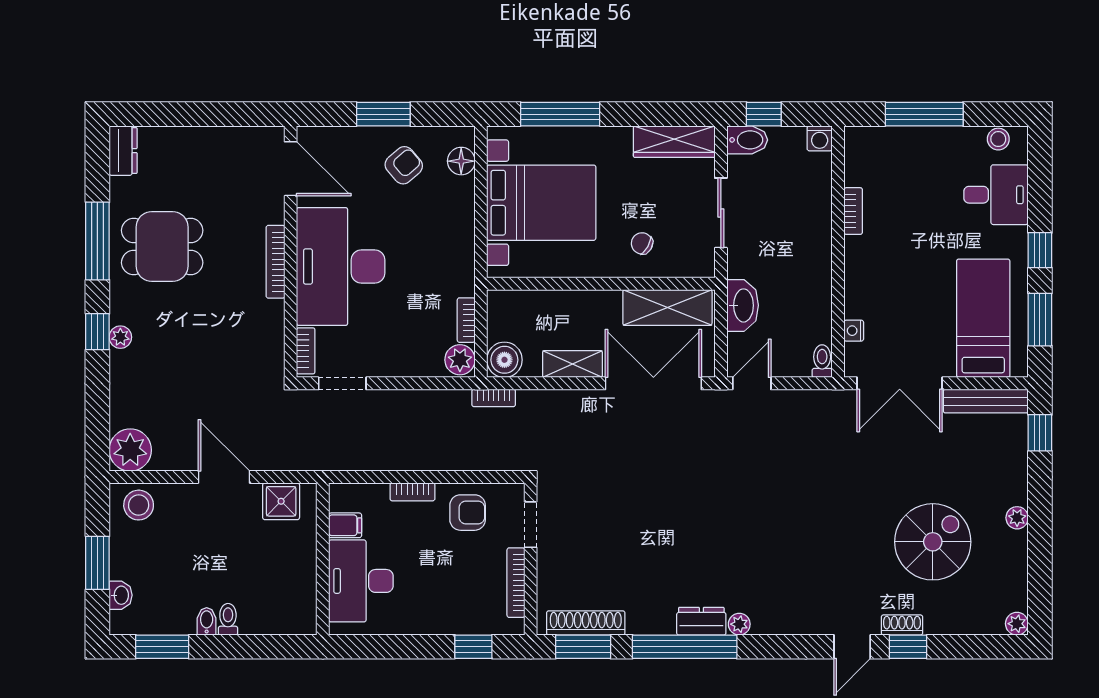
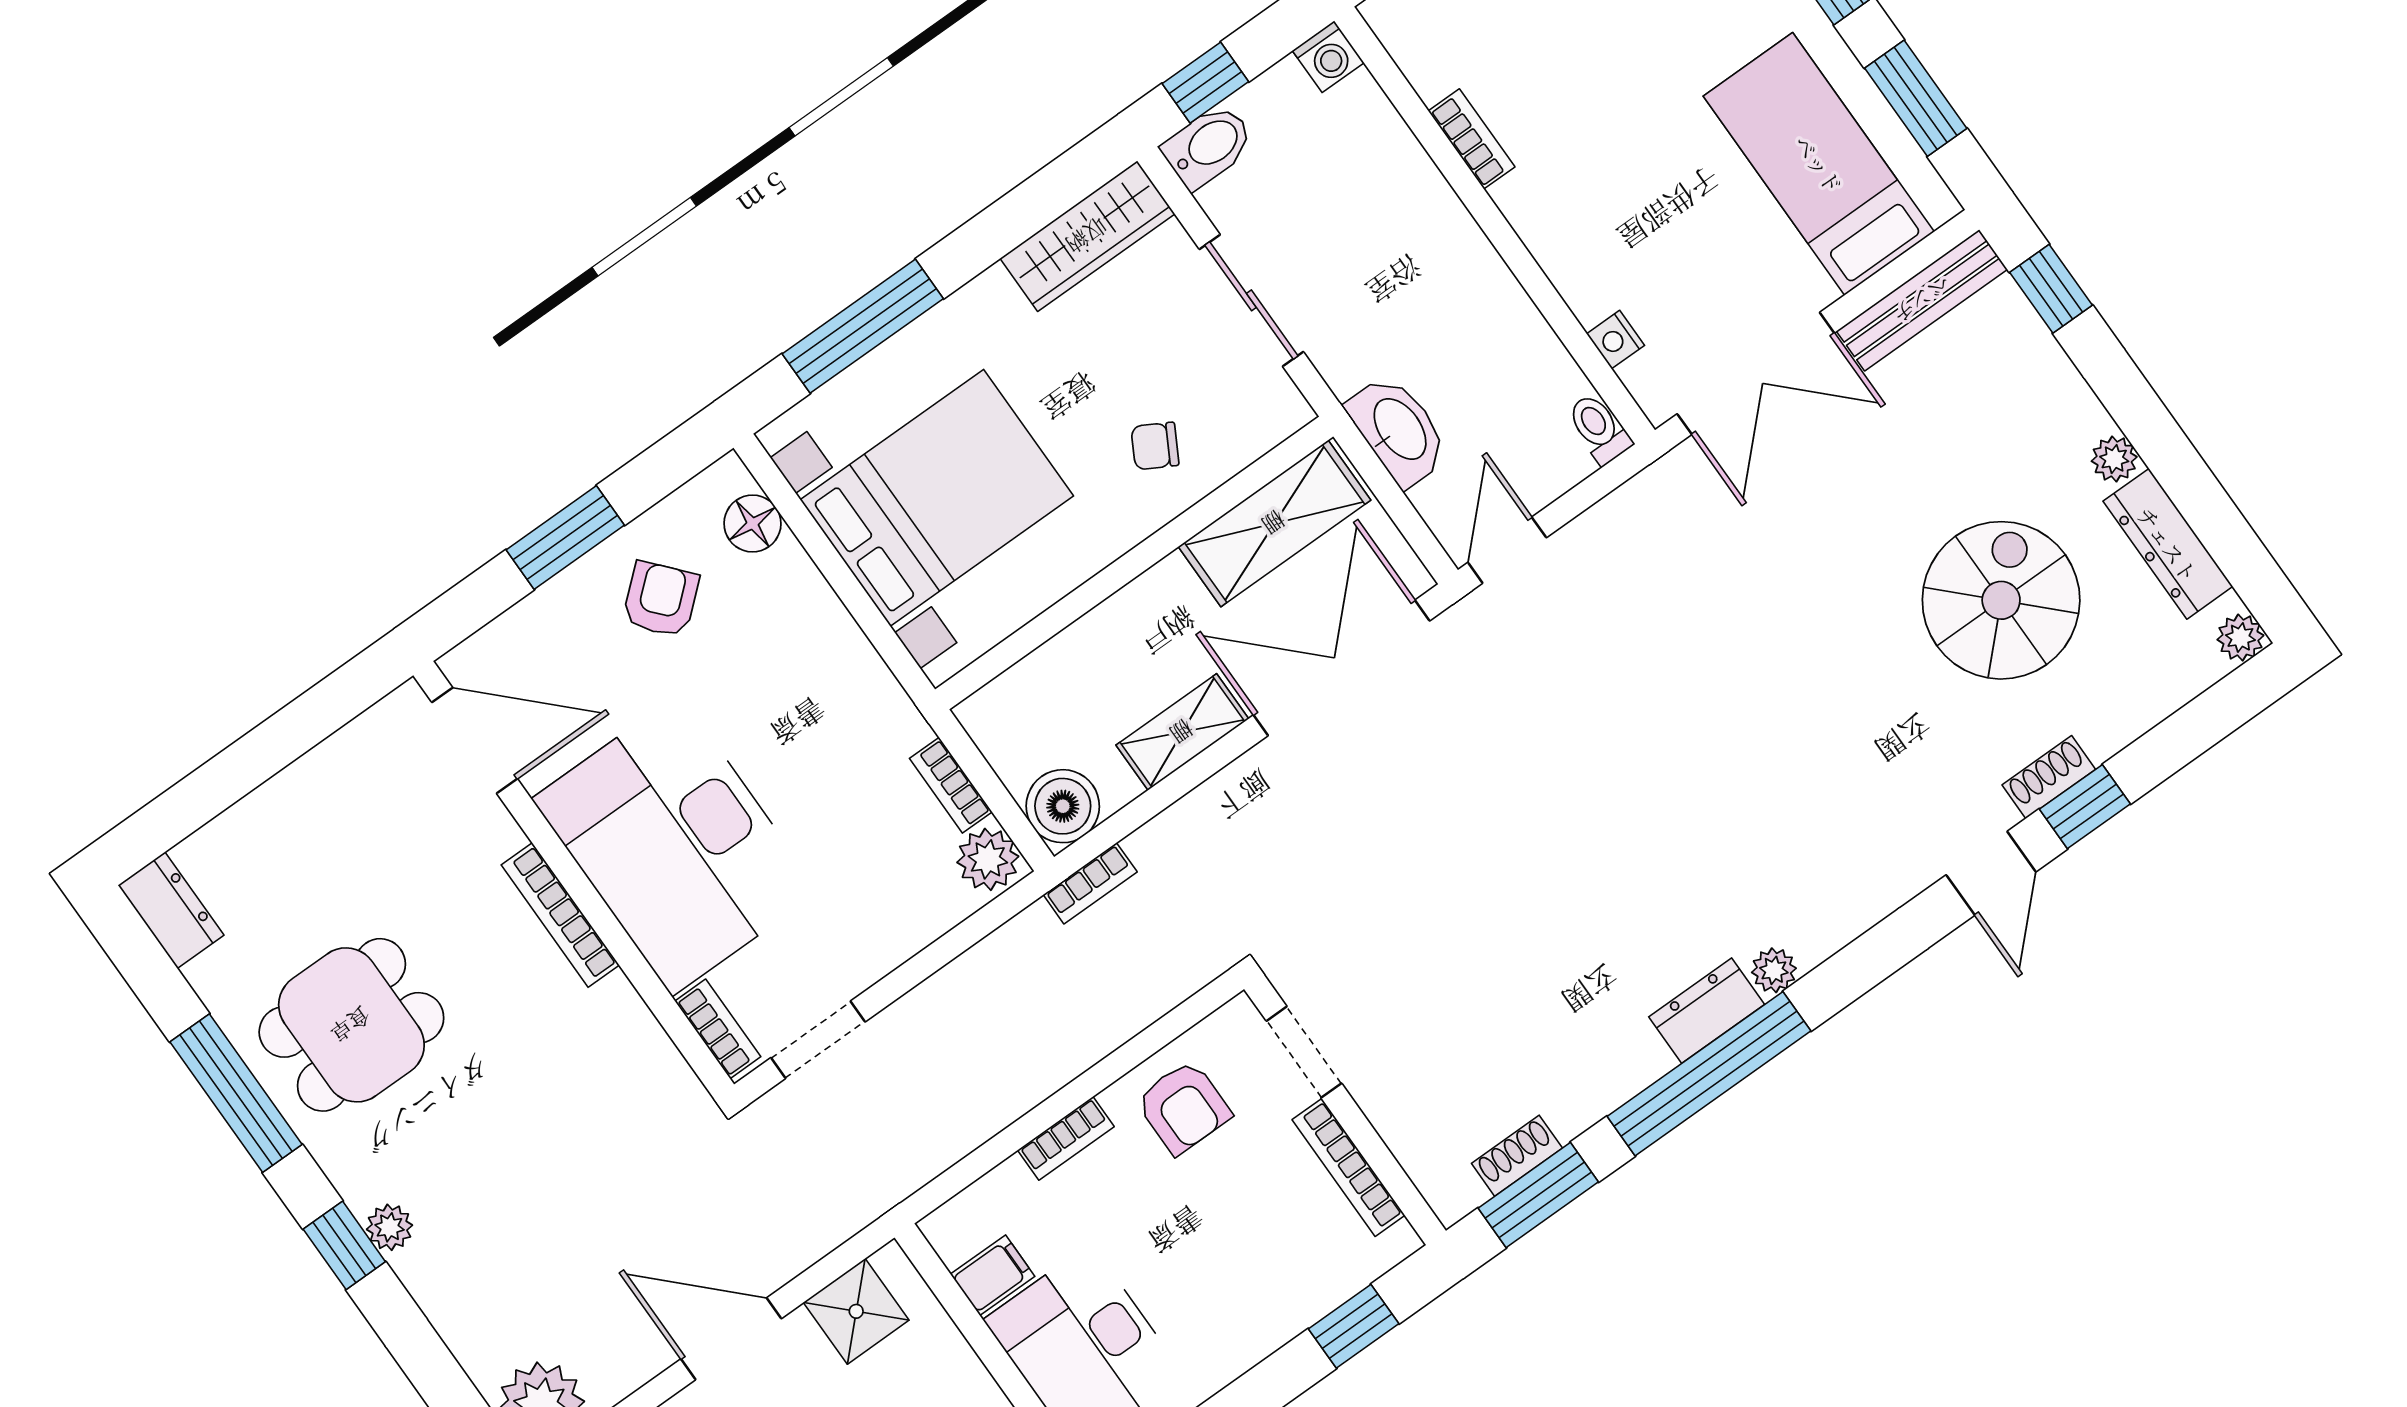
armchair: (468, 513) -> (1183, 1107), turned 90
dresser: (1015, 566) -> (2168, 544), added
shoe rack: (586, 623) -> (1517, 1156), width x0.51, depth x0.81

